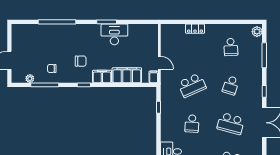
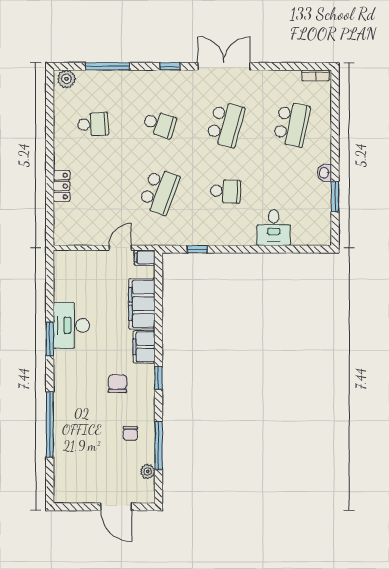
school desk: (192, 85) -> (159, 191), turned 45

